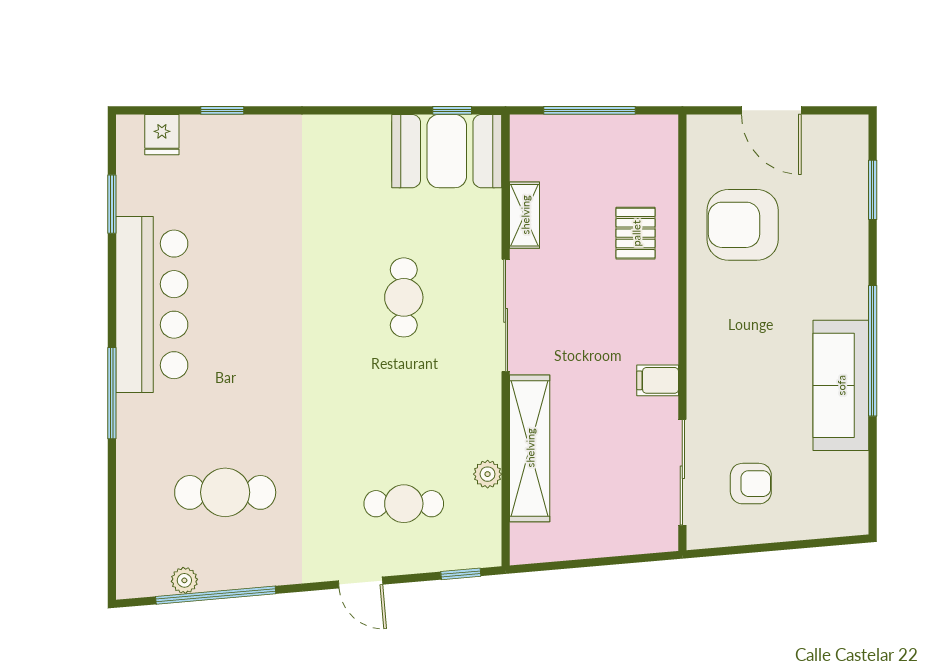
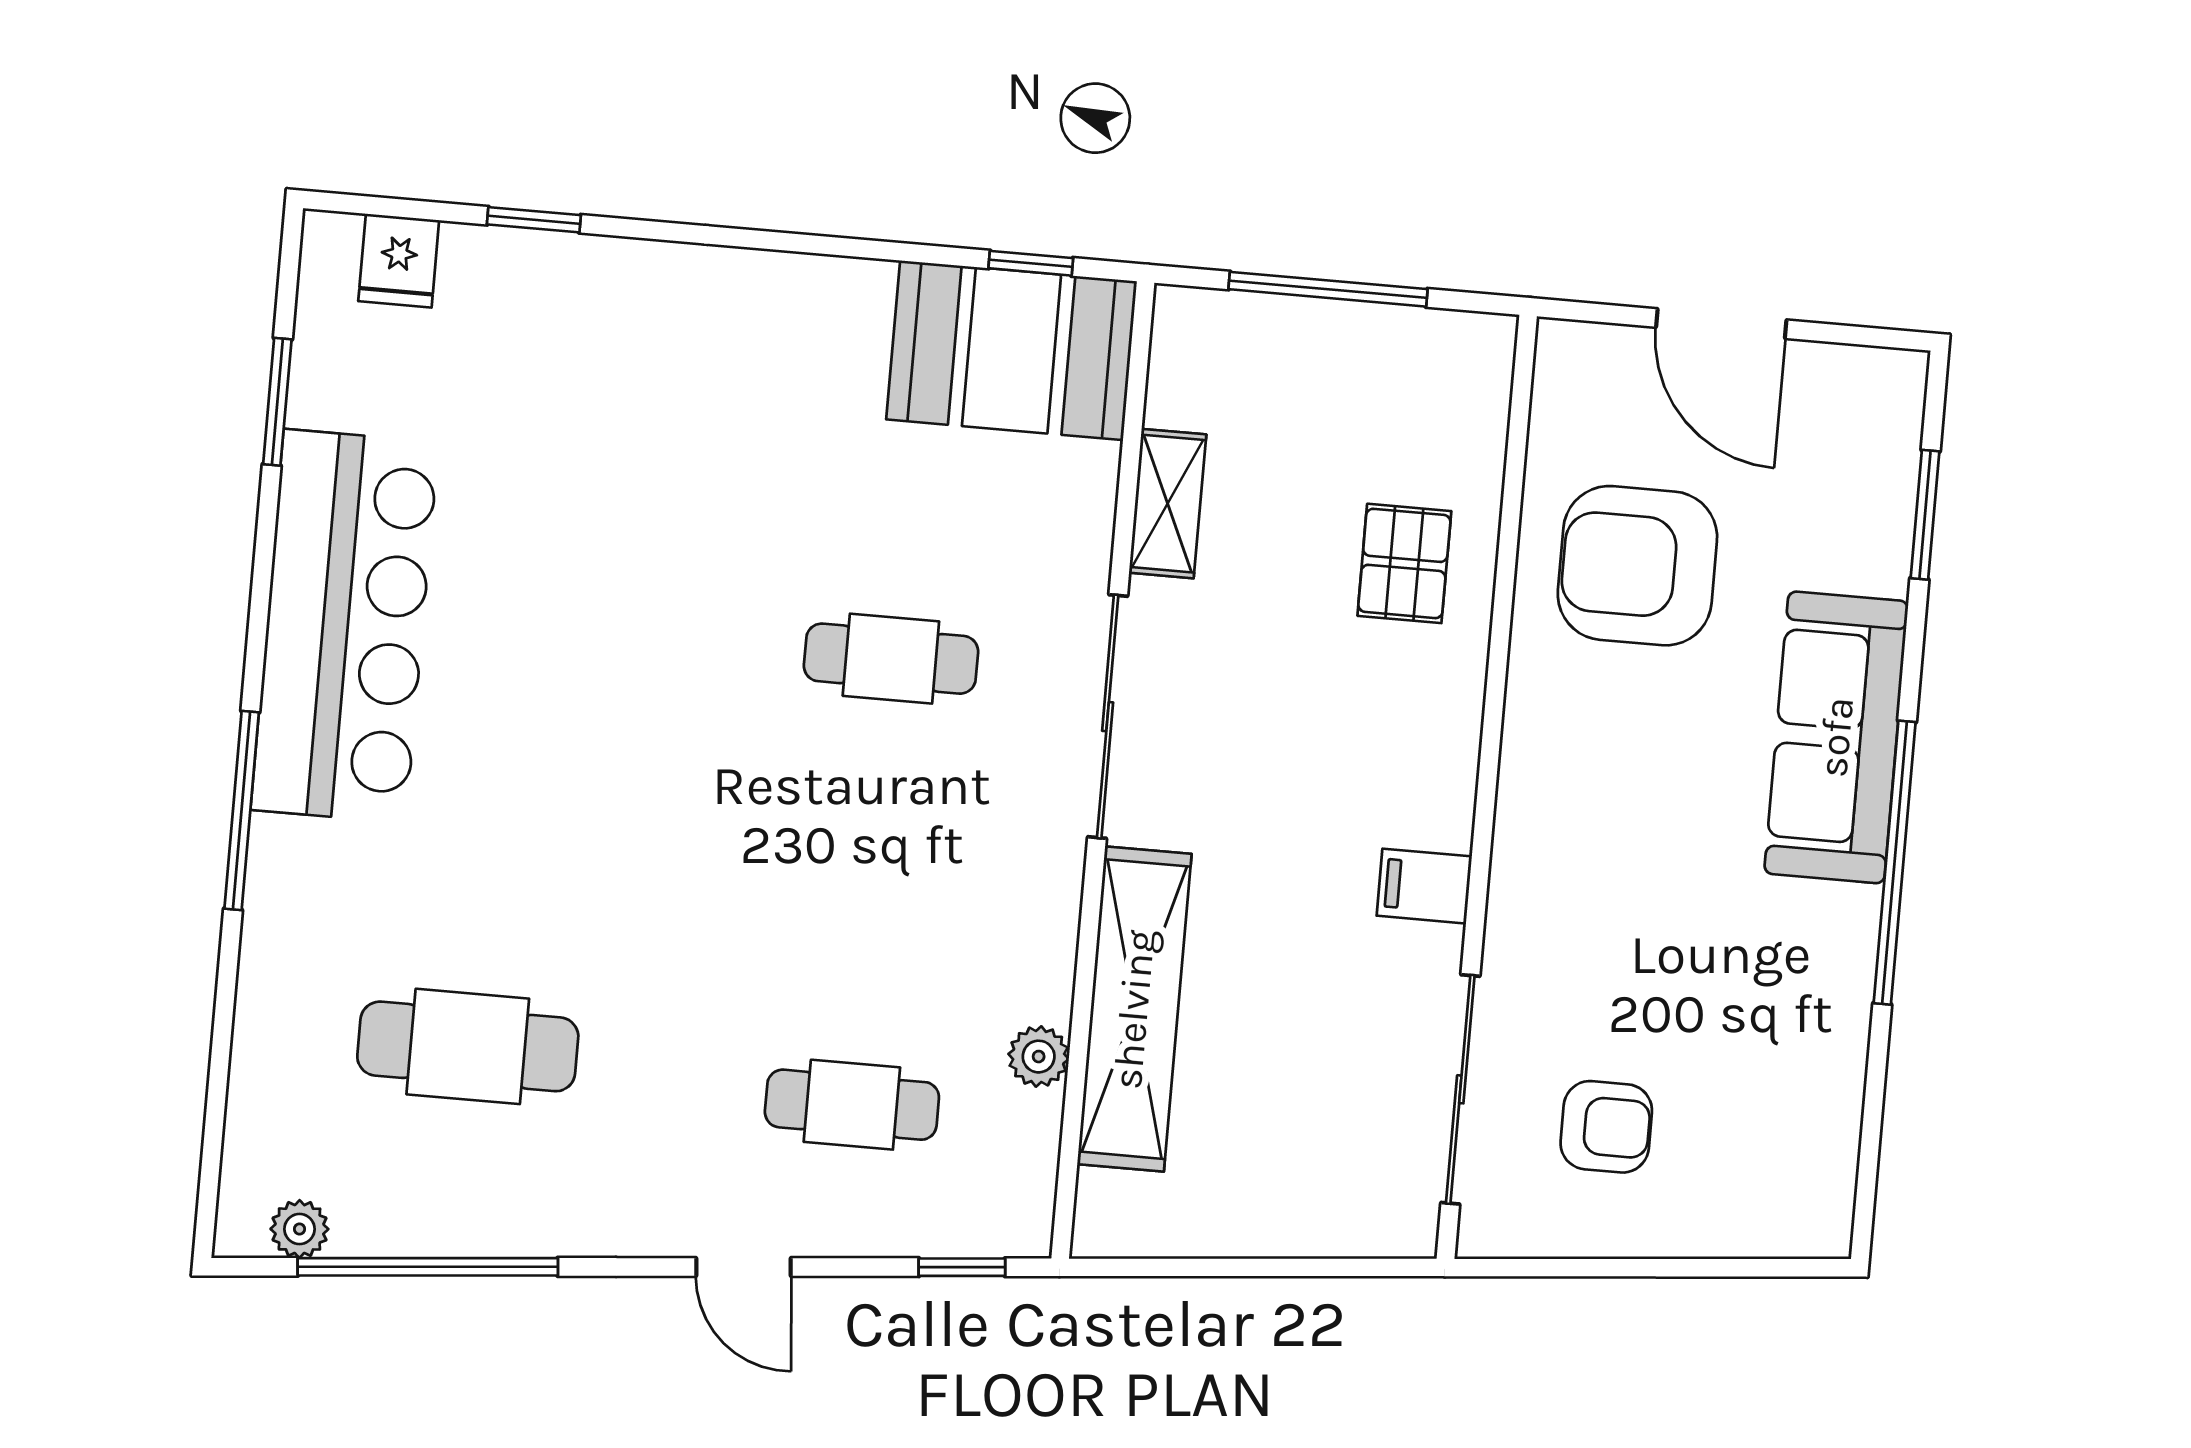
cafe table: (404, 297) -> (891, 659), turned 90
sofa: (841, 385) -> (1836, 737), moved
plant: (184, 580) -> (299, 1229), moved

